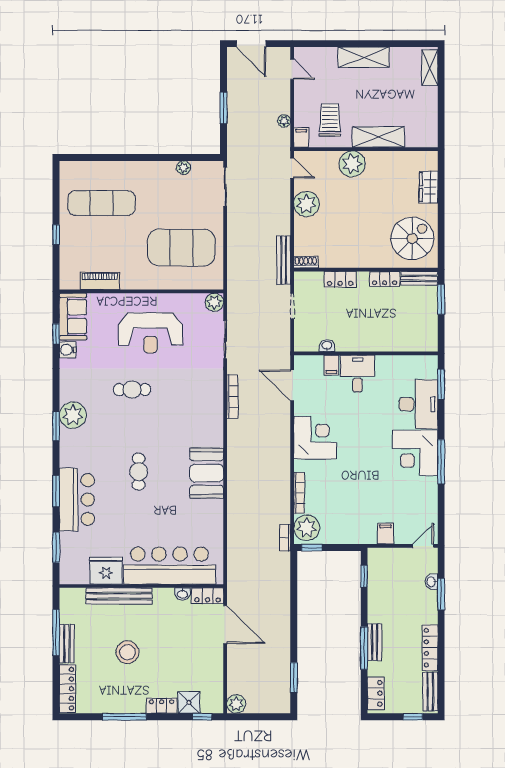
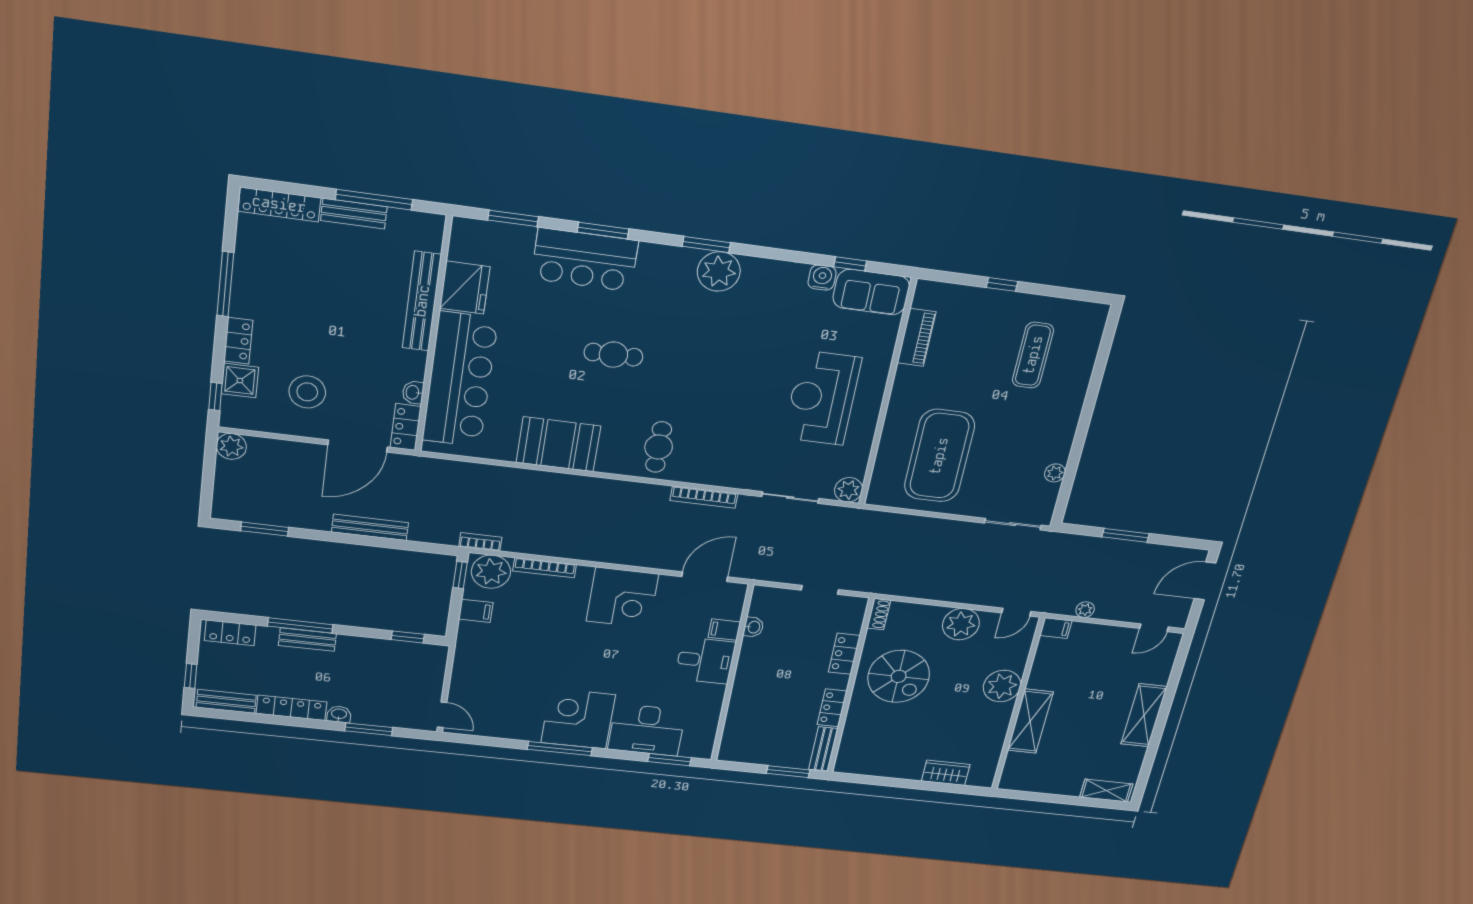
trolley: (330, 120) -> (1070, 666), removed
exercise mat: (102, 203) -> (1033, 355), width x0.73, depth x0.69
spiral stairs: (412, 239) -> (899, 676), moved
bench: (284, 260) -> (370, 527), moved
cafe table: (132, 390) -> (659, 447), moved
booth: (207, 473) -> (558, 444), moved
filing cabinet: (385, 534) -> (476, 611), moved
washbasin: (431, 582) -> (339, 714), moved
stool: (127, 652) -> (307, 392), moved

